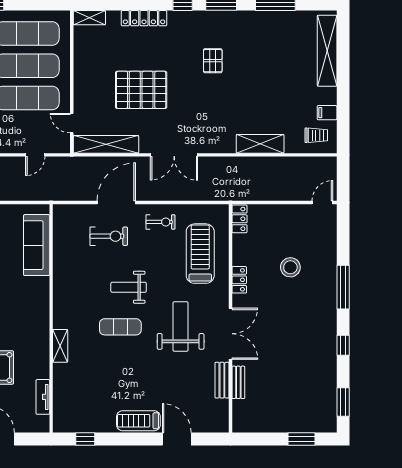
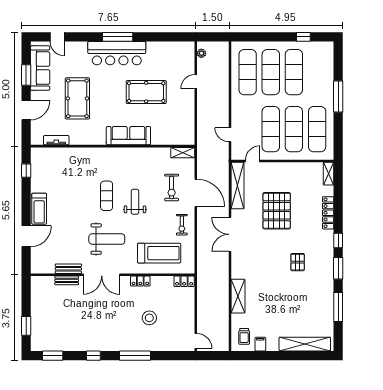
pallet: (213, 61) -> (298, 262), turned 90
sofa: (37, 245) -> (128, 136), moved
shelving: (60, 346) -> (183, 153), moved
treadmill: (138, 421) -> (39, 209), turned 180

